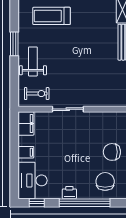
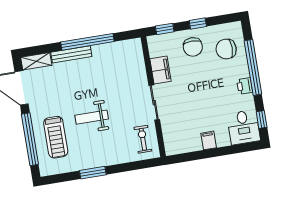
weight bench: (33, 61) -> (92, 117), moved
filing cabinet: (26, 123) -> (160, 70), moved, turned 90
desk: (33, 180) -> (244, 127), width x0.73

